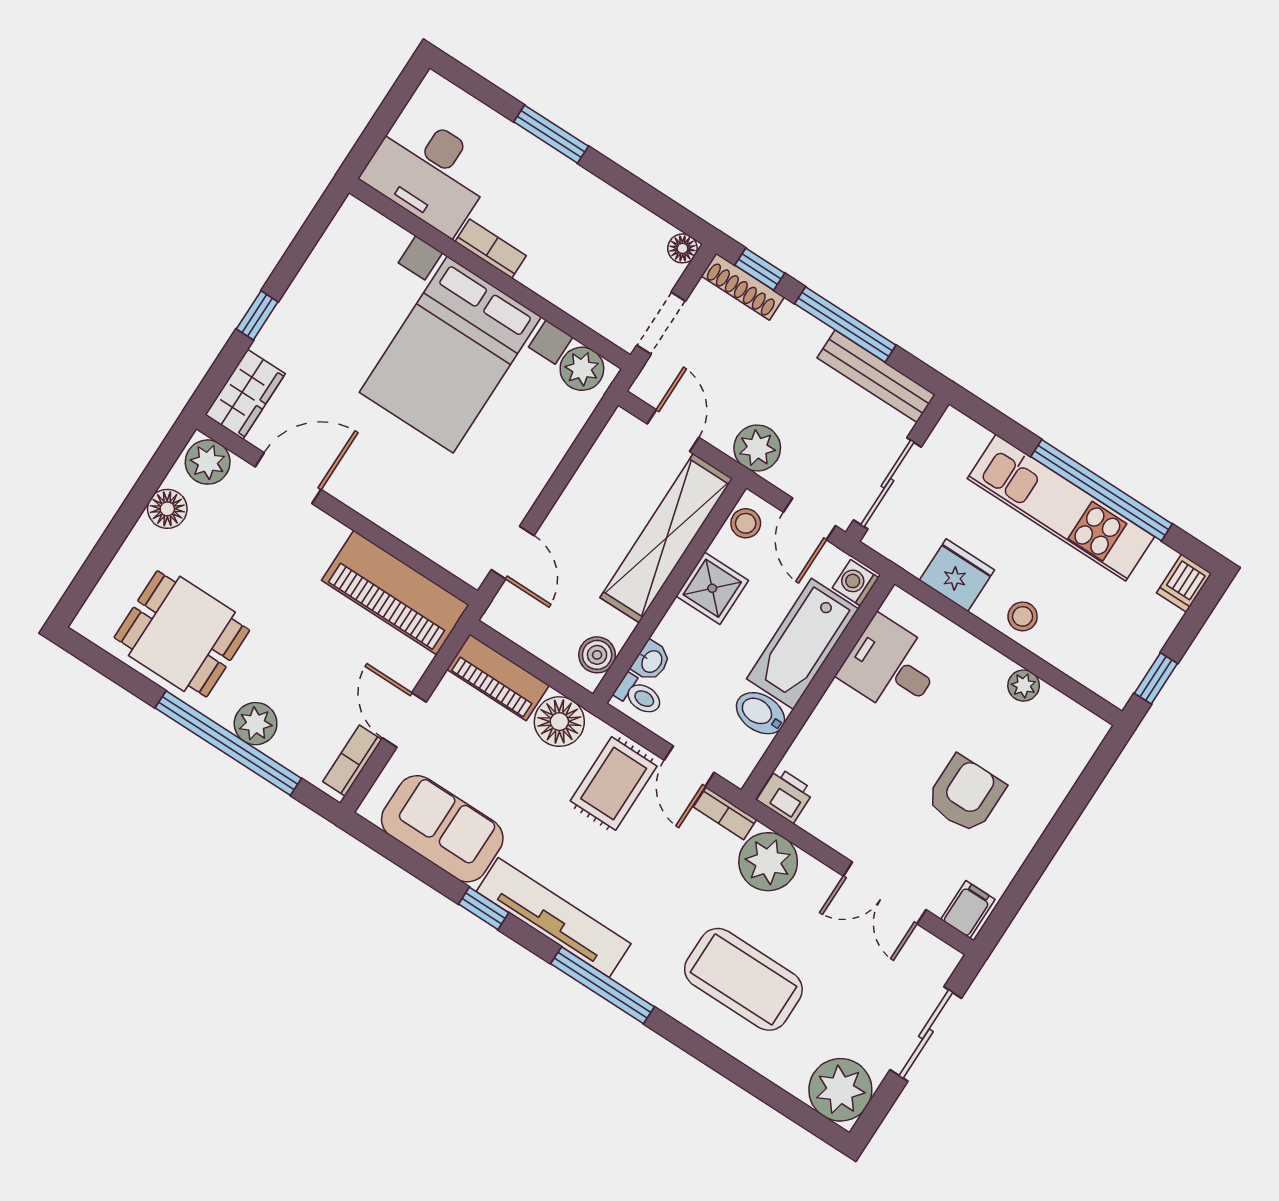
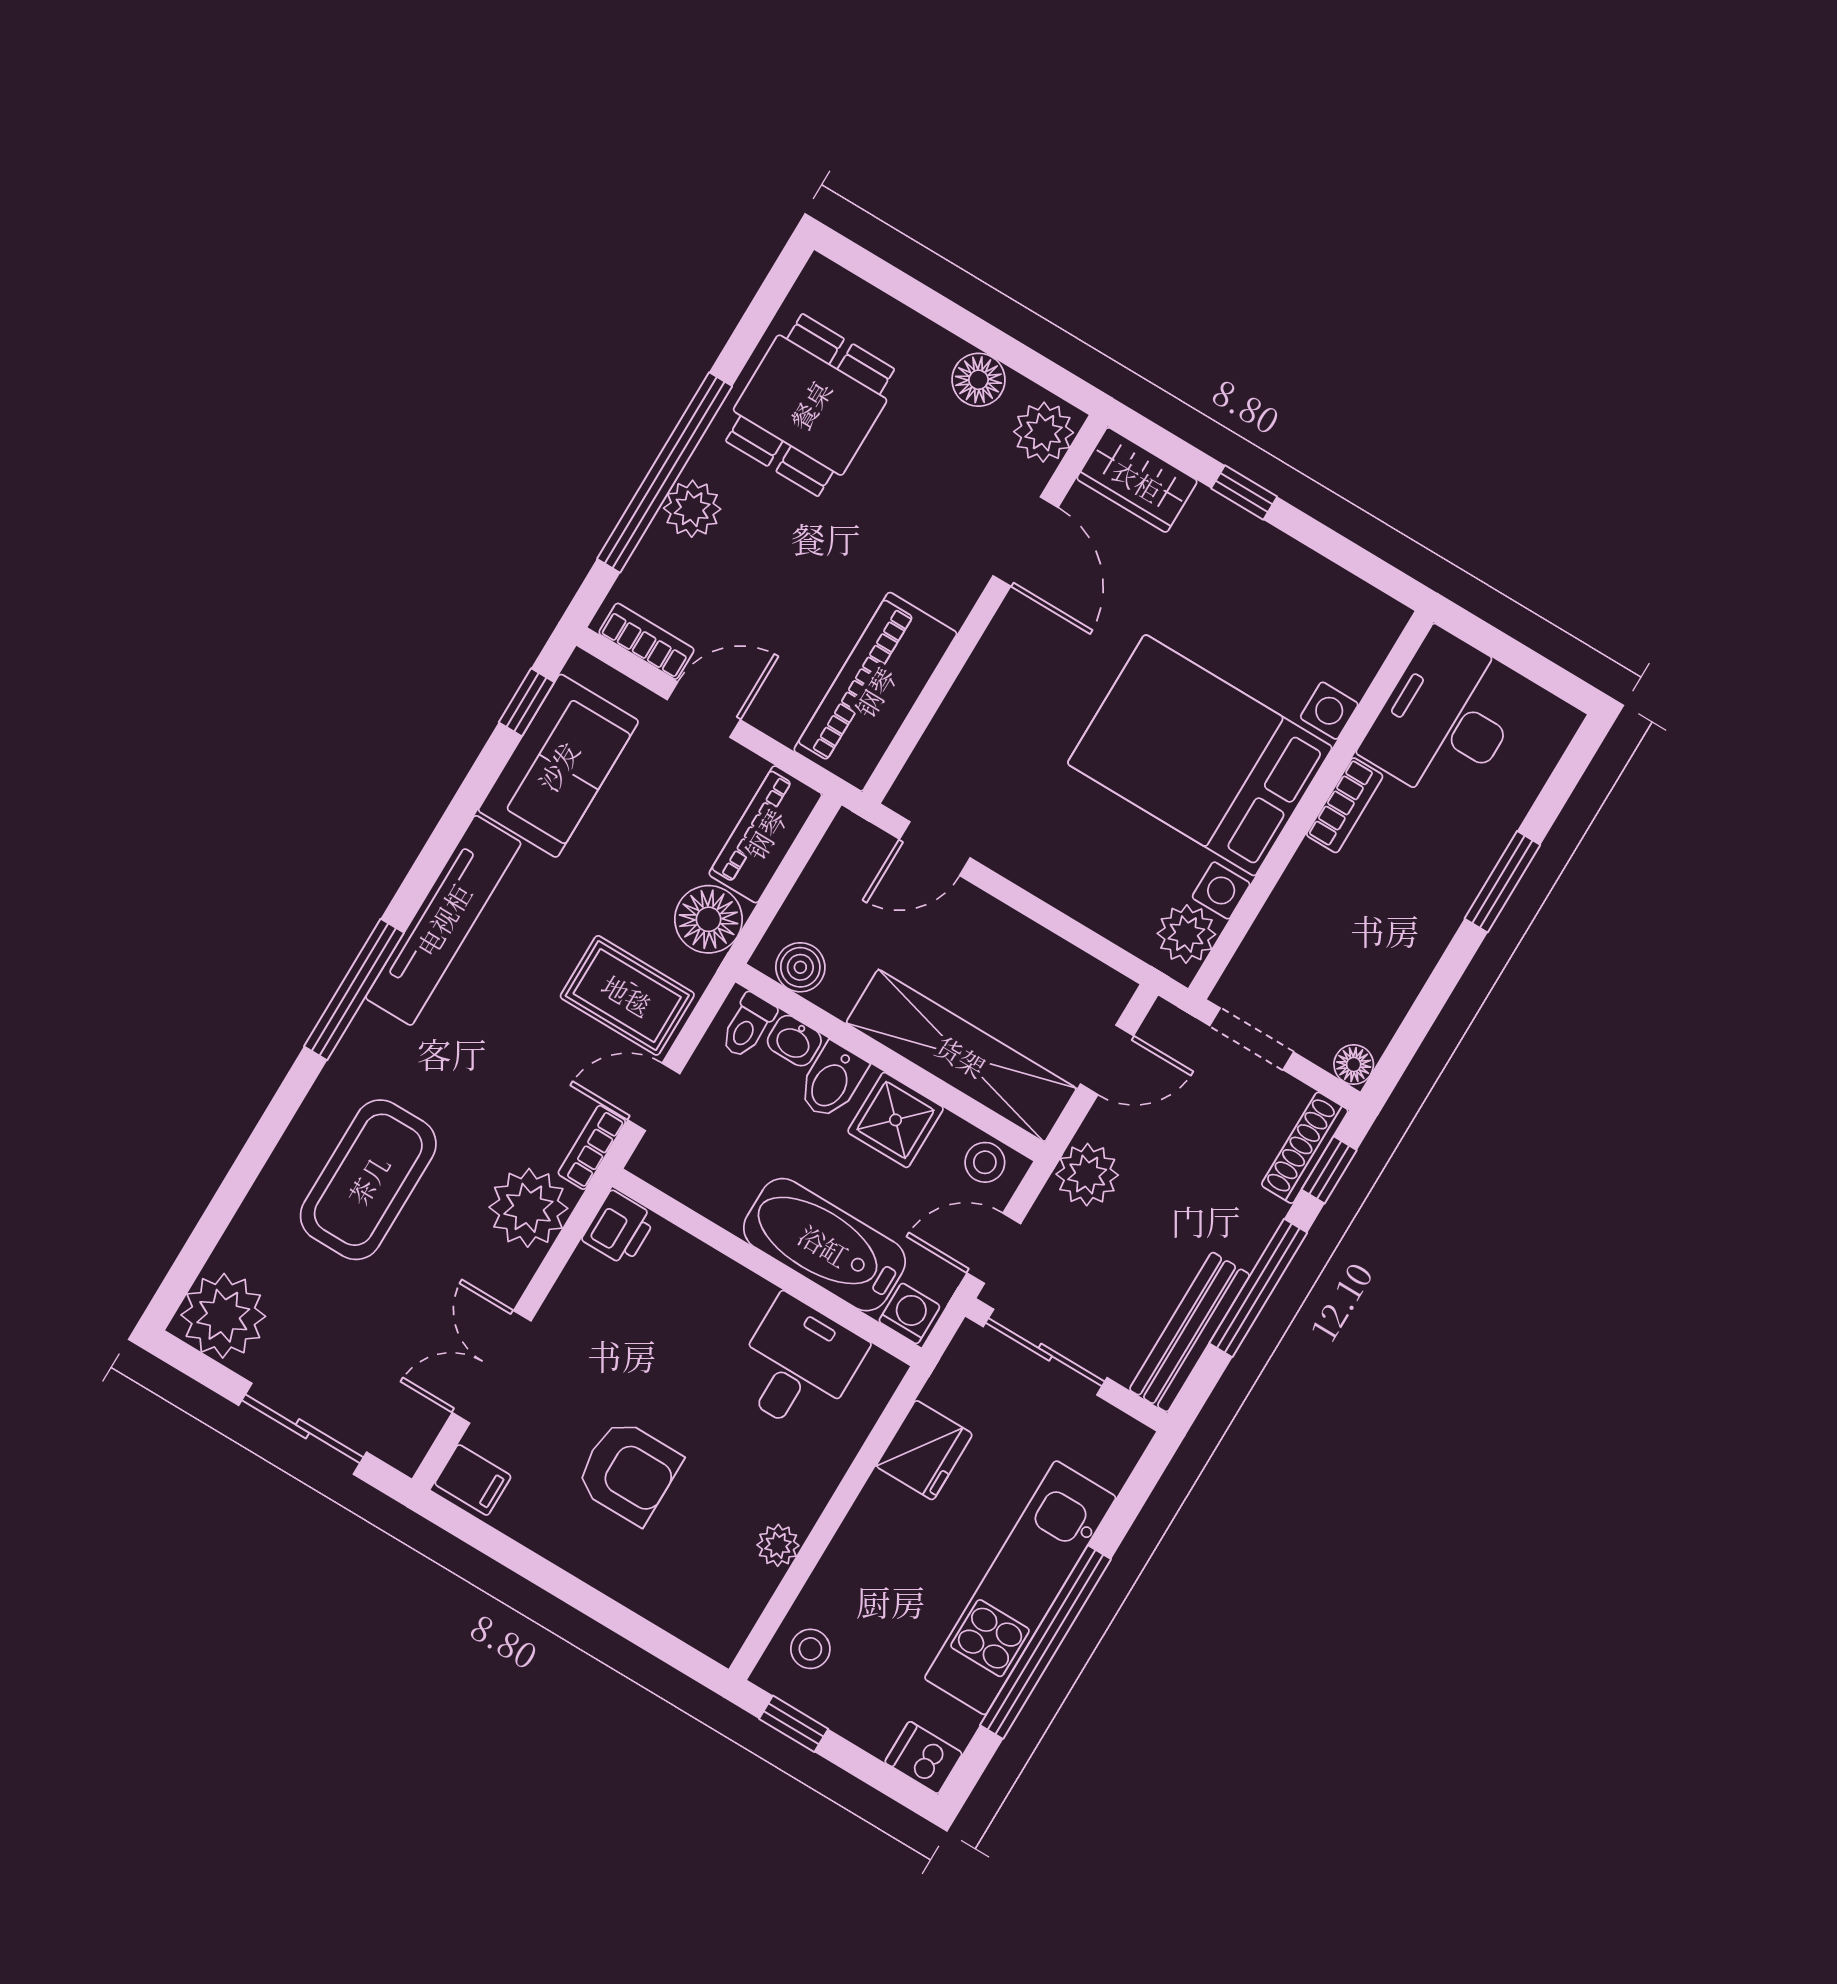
stool: (1023, 616) -> (810, 1649), moved
bidet: (760, 713) -> (832, 1081), moved, turned 180
window: (484, 908) -> (527, 702), moved

